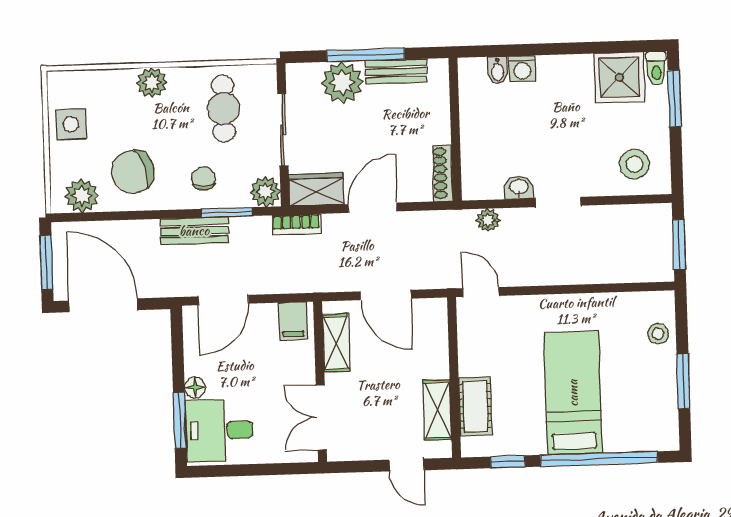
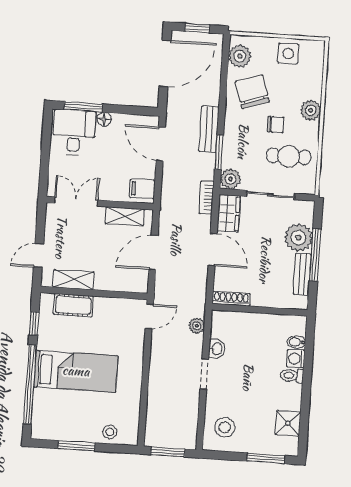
toilet: (656, 68) -> (292, 376), moved
shower: (619, 77) -> (288, 423), width x0.73, depth x0.73
chair: (203, 179) -> (276, 124), moved
window: (46, 262) -> (197, 28), width x0.67

